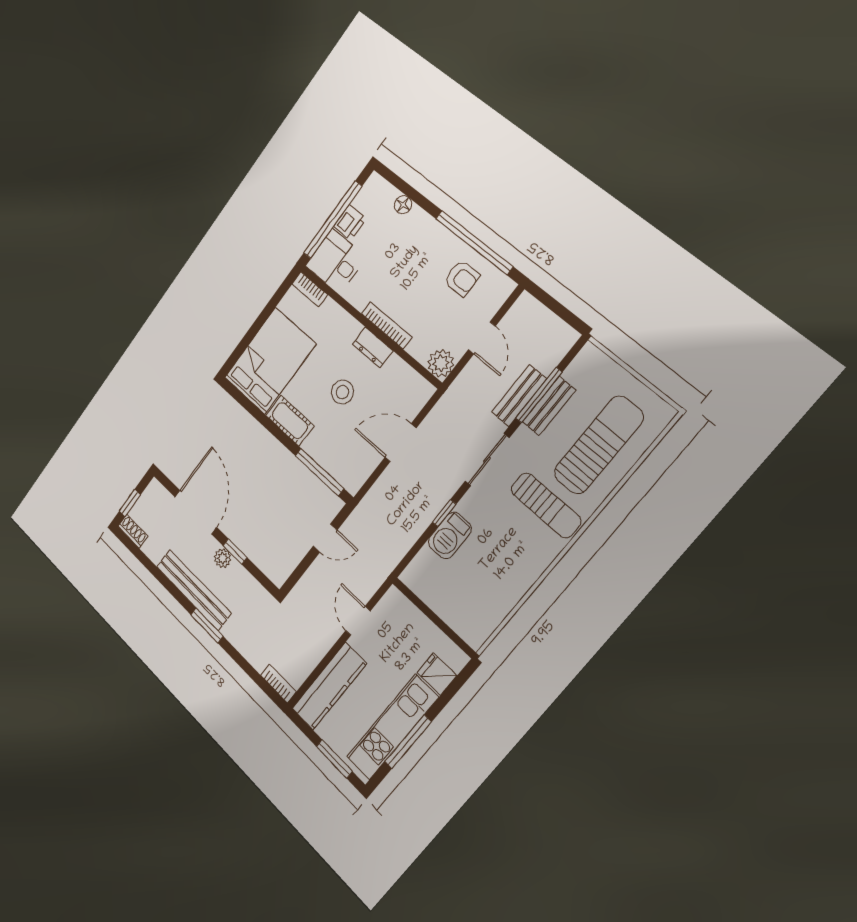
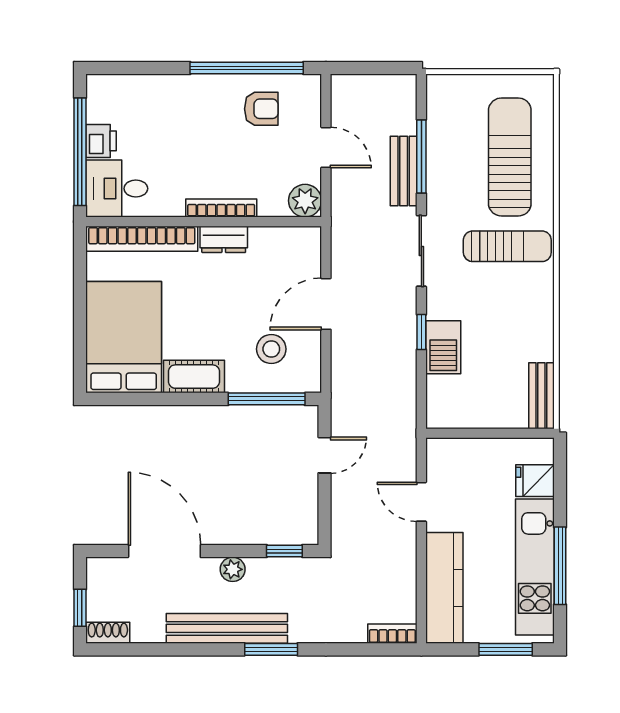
floor lamp: (403, 205) -> (145, 85), removed
bookcase: (310, 289) -> (142, 239), width x2.31, depth x1.31
stool: (342, 392) -> (271, 349), moved
bench: (549, 406) -> (541, 396), moved
window: (235, 552) -> (284, 551), moved

